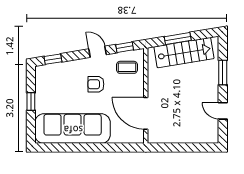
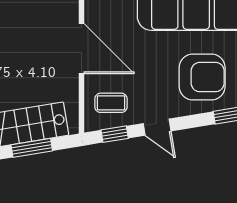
armchair: (96, 84) -> (202, 77), moved, width x1.88, depth x1.88
door: (146, 113) -> (82, 49), moved

